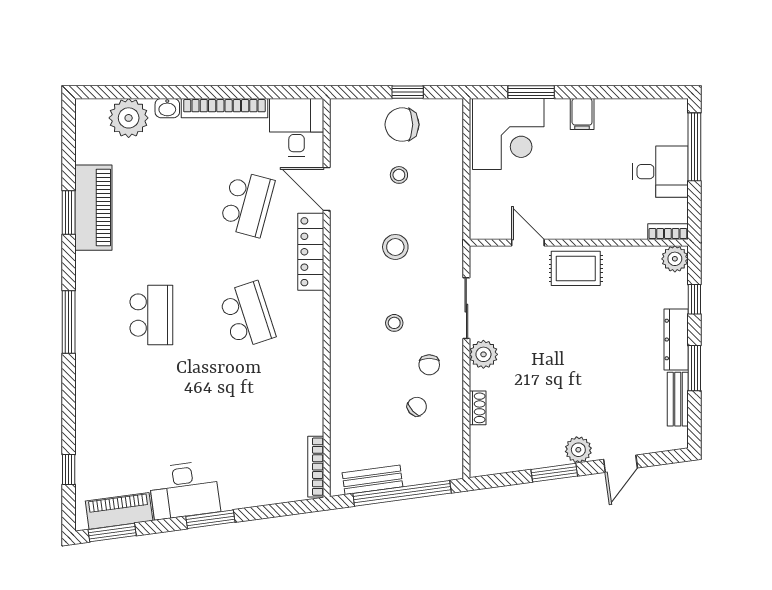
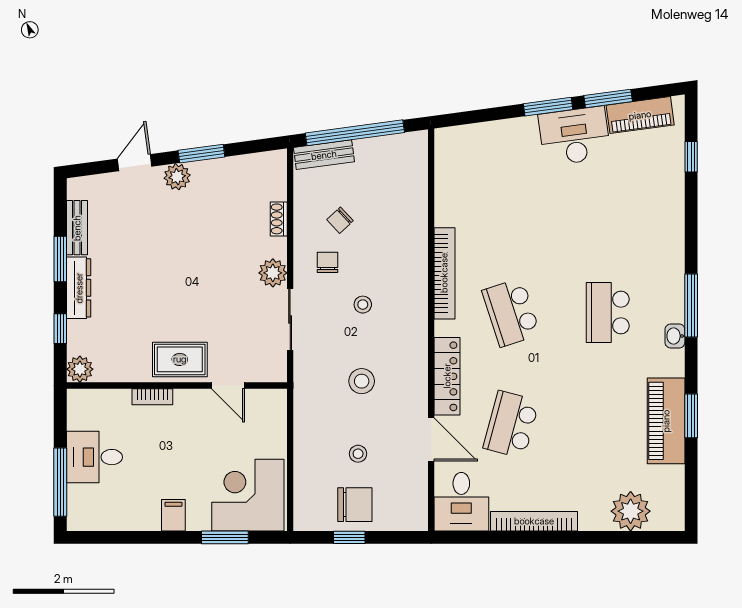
washbasin: (167, 108) -> (675, 336), moved, turned -90
bookcase: (668, 232) -> (152, 397), moved
bookcase: (316, 467) -> (444, 273), moved, width x1.48, depth x1.31
bench: (372, 480) -> (324, 155), moved
window: (112, 533) -> (608, 98), moved

